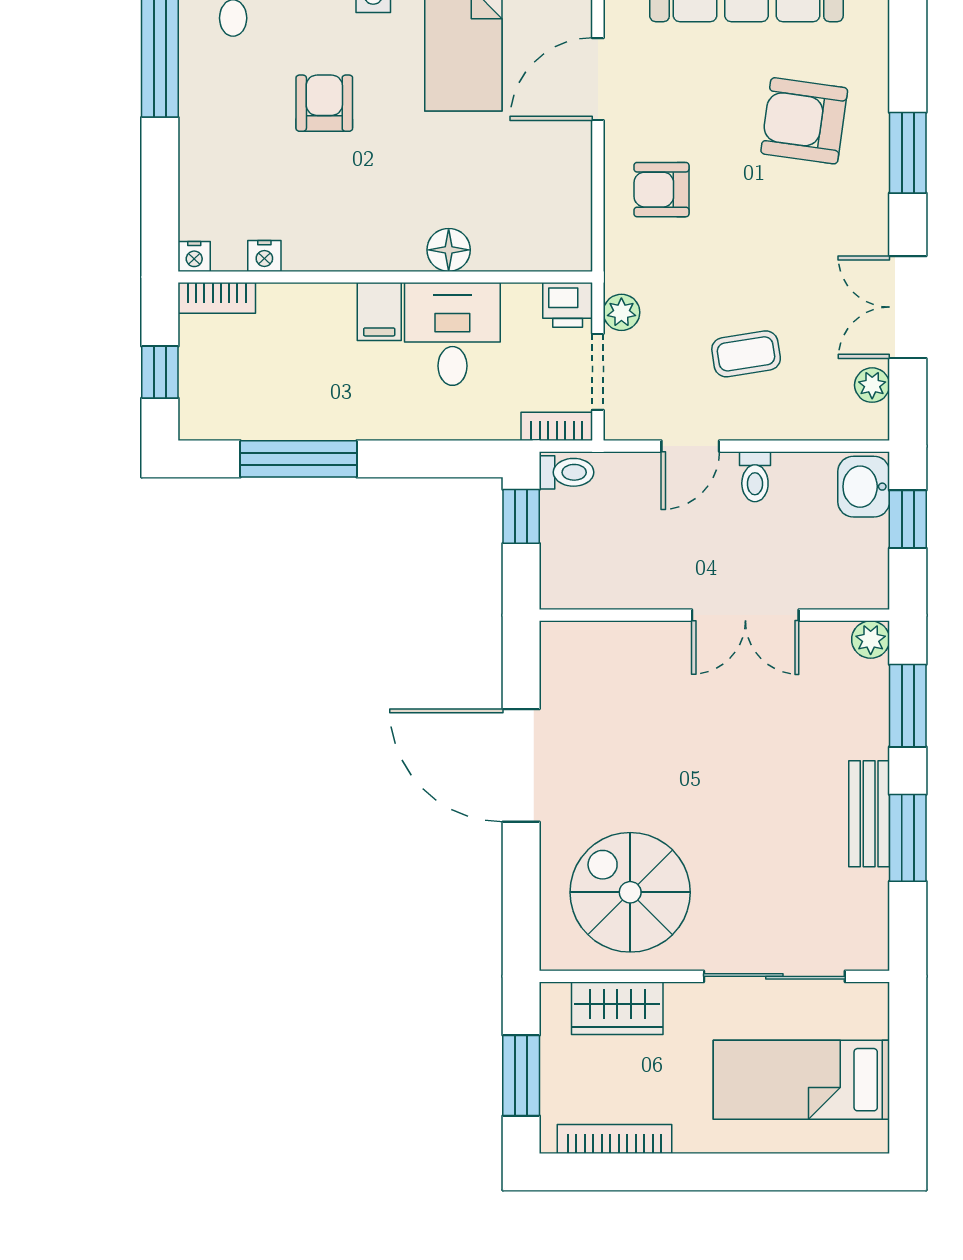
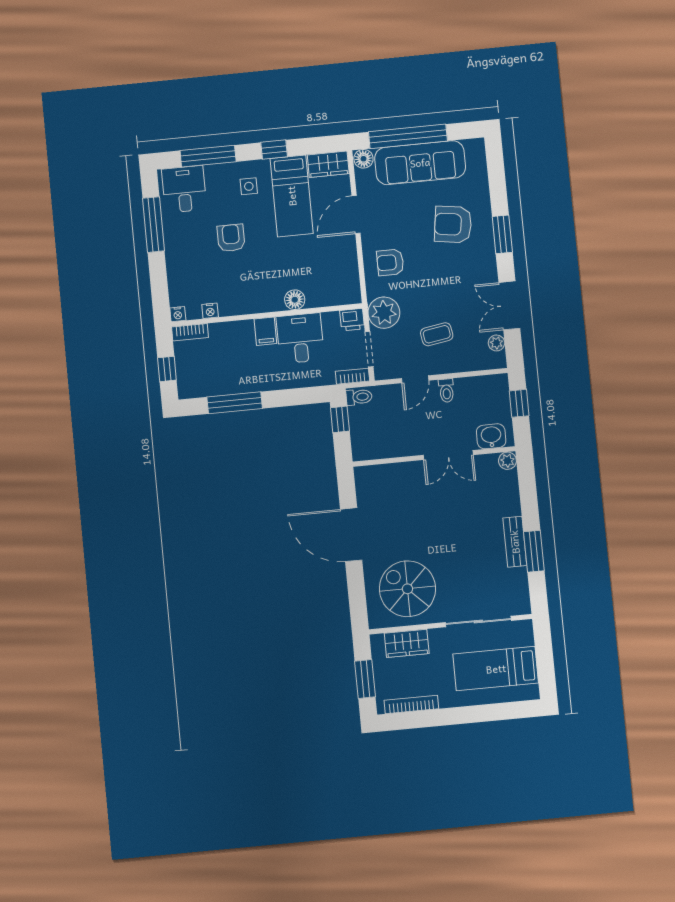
plant: (621, 312) -> (384, 313), width x1.87, depth x1.87
washbasin: (864, 487) -> (491, 436), moved, turned 90
window: (908, 706) -> (528, 490), removed

